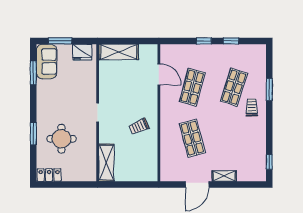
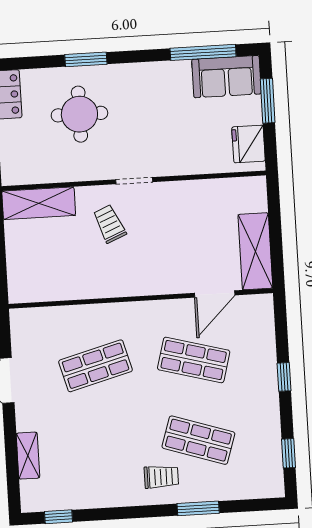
window: (231, 41) -> (289, 453), moved
shelving: (119, 52) -> (255, 251), moved
window: (33, 73) -> (203, 52), width x1.44
trolley: (139, 126) -> (110, 224), moved
shelving: (224, 176) -> (28, 456), moved

